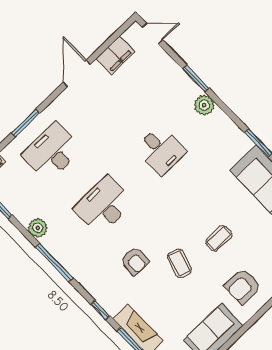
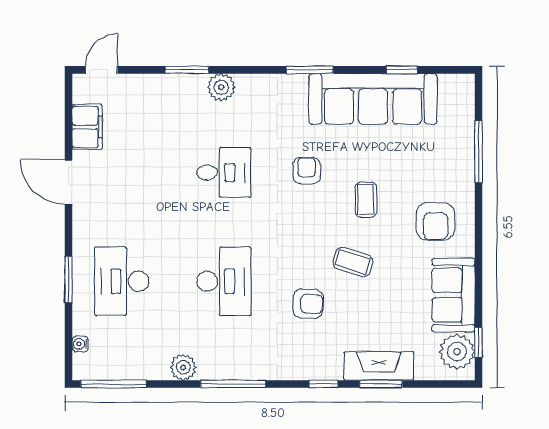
armchair: (204, 193) -> (307, 171), added
desk: (104, 205) -> (224, 281), turned 180

